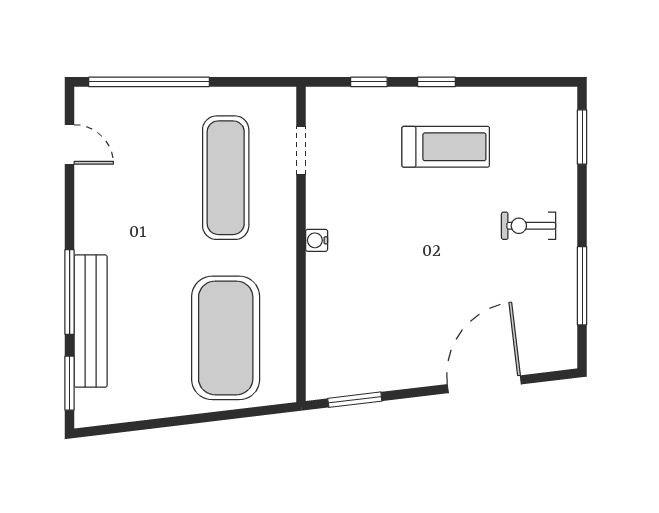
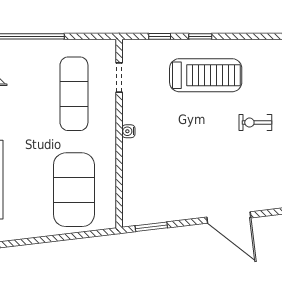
treadmill: (446, 147) -> (206, 75), width x1.37, depth x1.38
door: (484, 384) -> (229, 217), swing flipped

